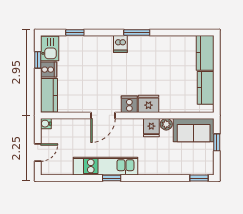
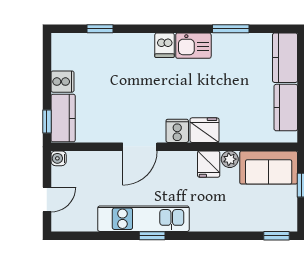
window: (137, 32) -> (231, 29), moved
kitchen sink: (50, 48) -> (193, 46), moved, turned 90
window: (38, 60) -> (47, 122), moved

